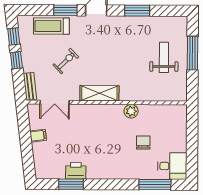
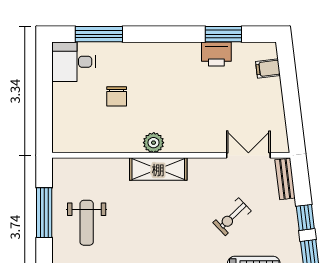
window: (193, 53) -> (44, 213), moved
shelving: (99, 93) -> (158, 169), moved
plant: (131, 111) -> (154, 143), moved
filing cabinet: (38, 136) -> (268, 68), moved

